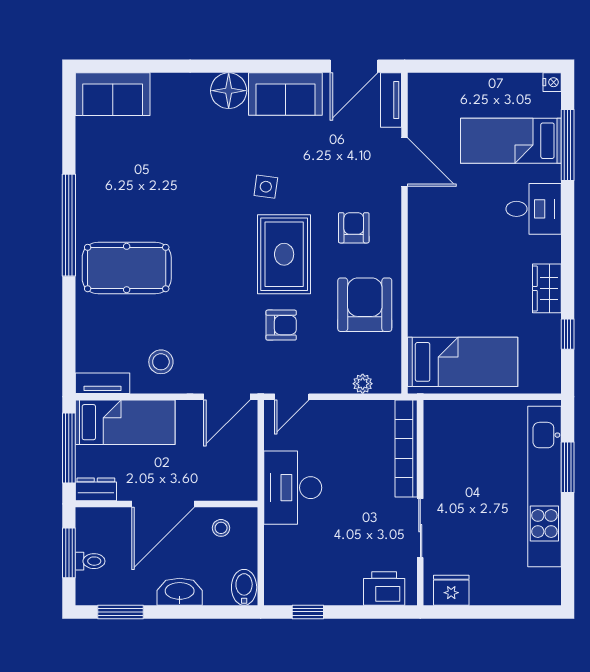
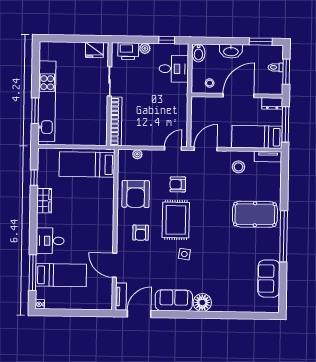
sofa: (113, 94) -> (269, 279), moved, turned -90
desk: (293, 488) -> (174, 69), moved, width x0.73
plant: (351, 595) -> (145, 48), added

